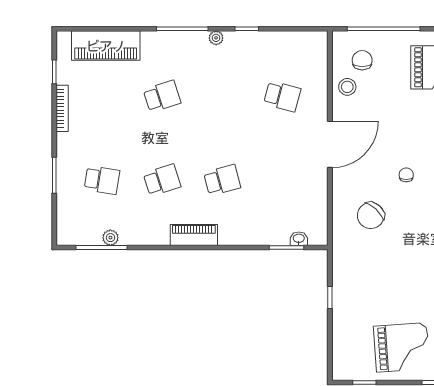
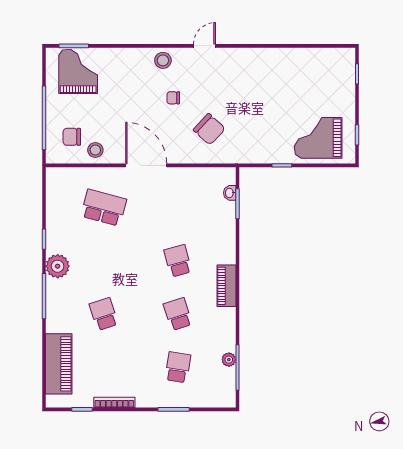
plant: (216, 38) -> (58, 266), width x1.87, depth x1.87
school desk: (282, 96) -> (104, 208), width x1.85
grand piano: (402, 347) -> (318, 138), moved, turned -86

